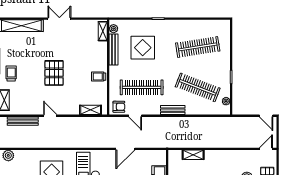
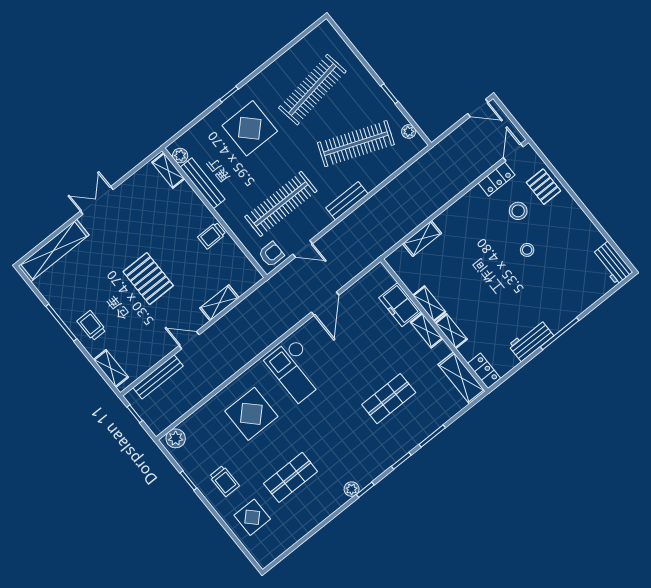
display table: (143, 48) -> (250, 128), moved
shelving: (91, 110) -> (219, 303), moved
locker: (249, 155) -> (497, 179), added

